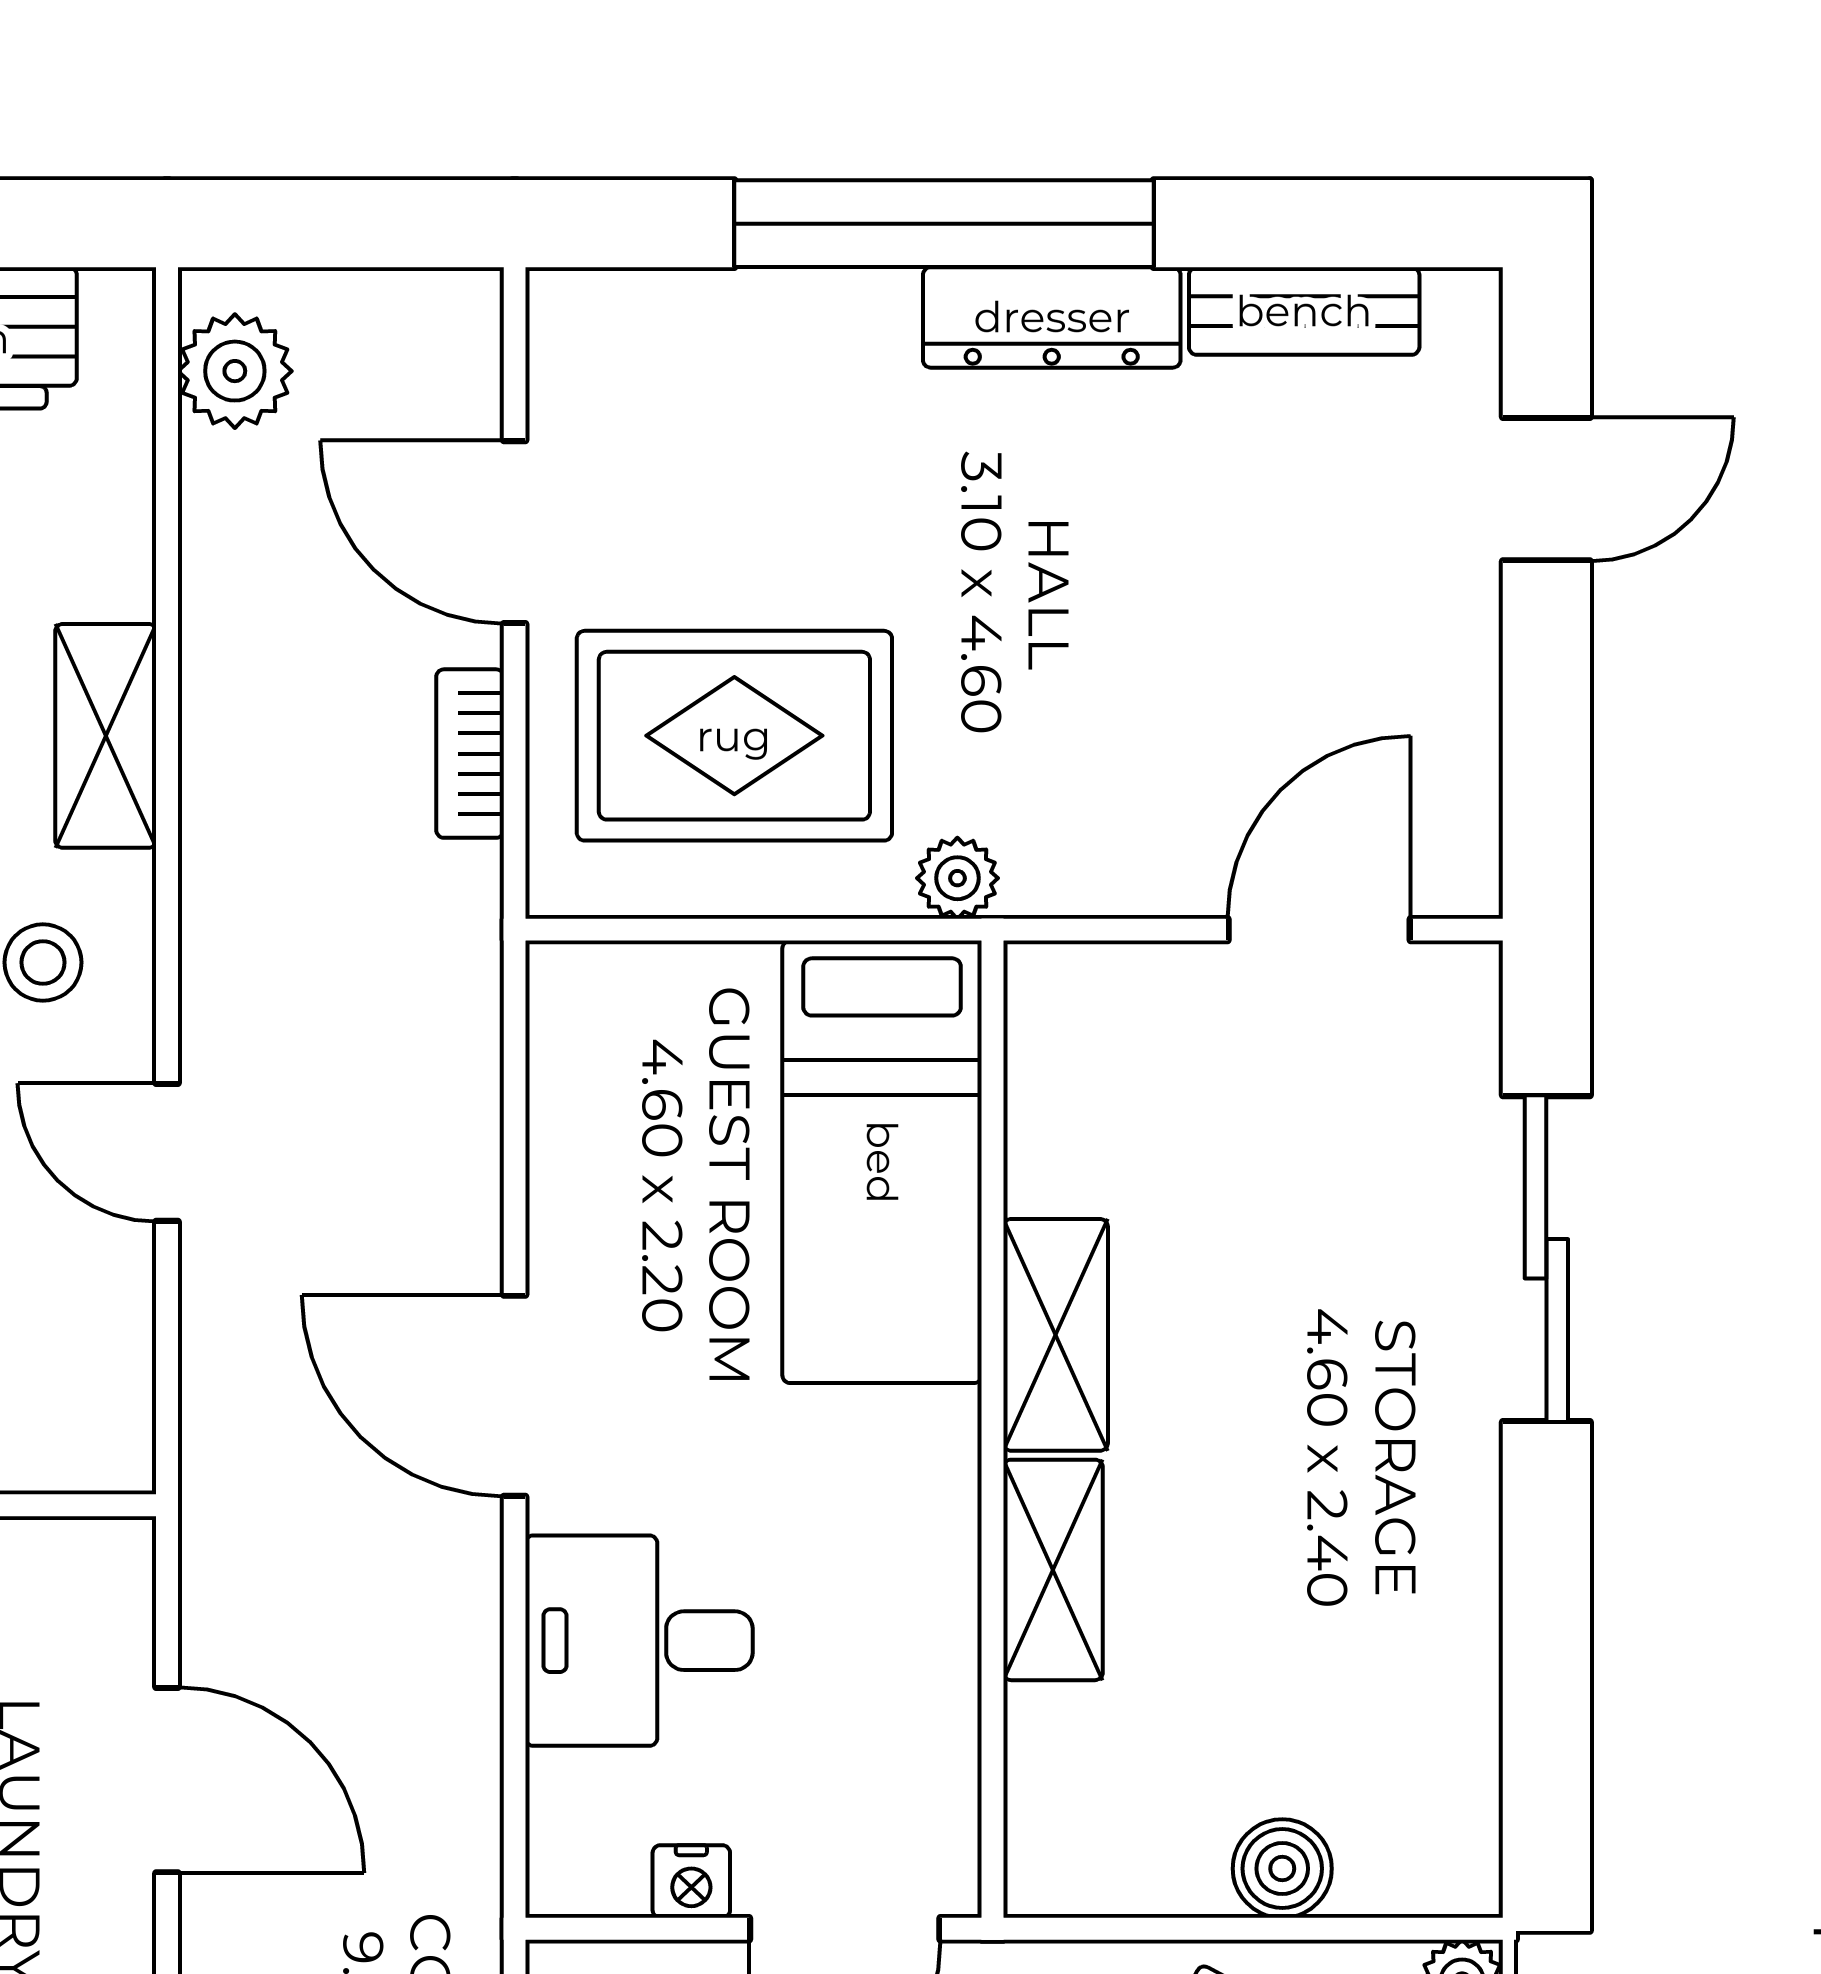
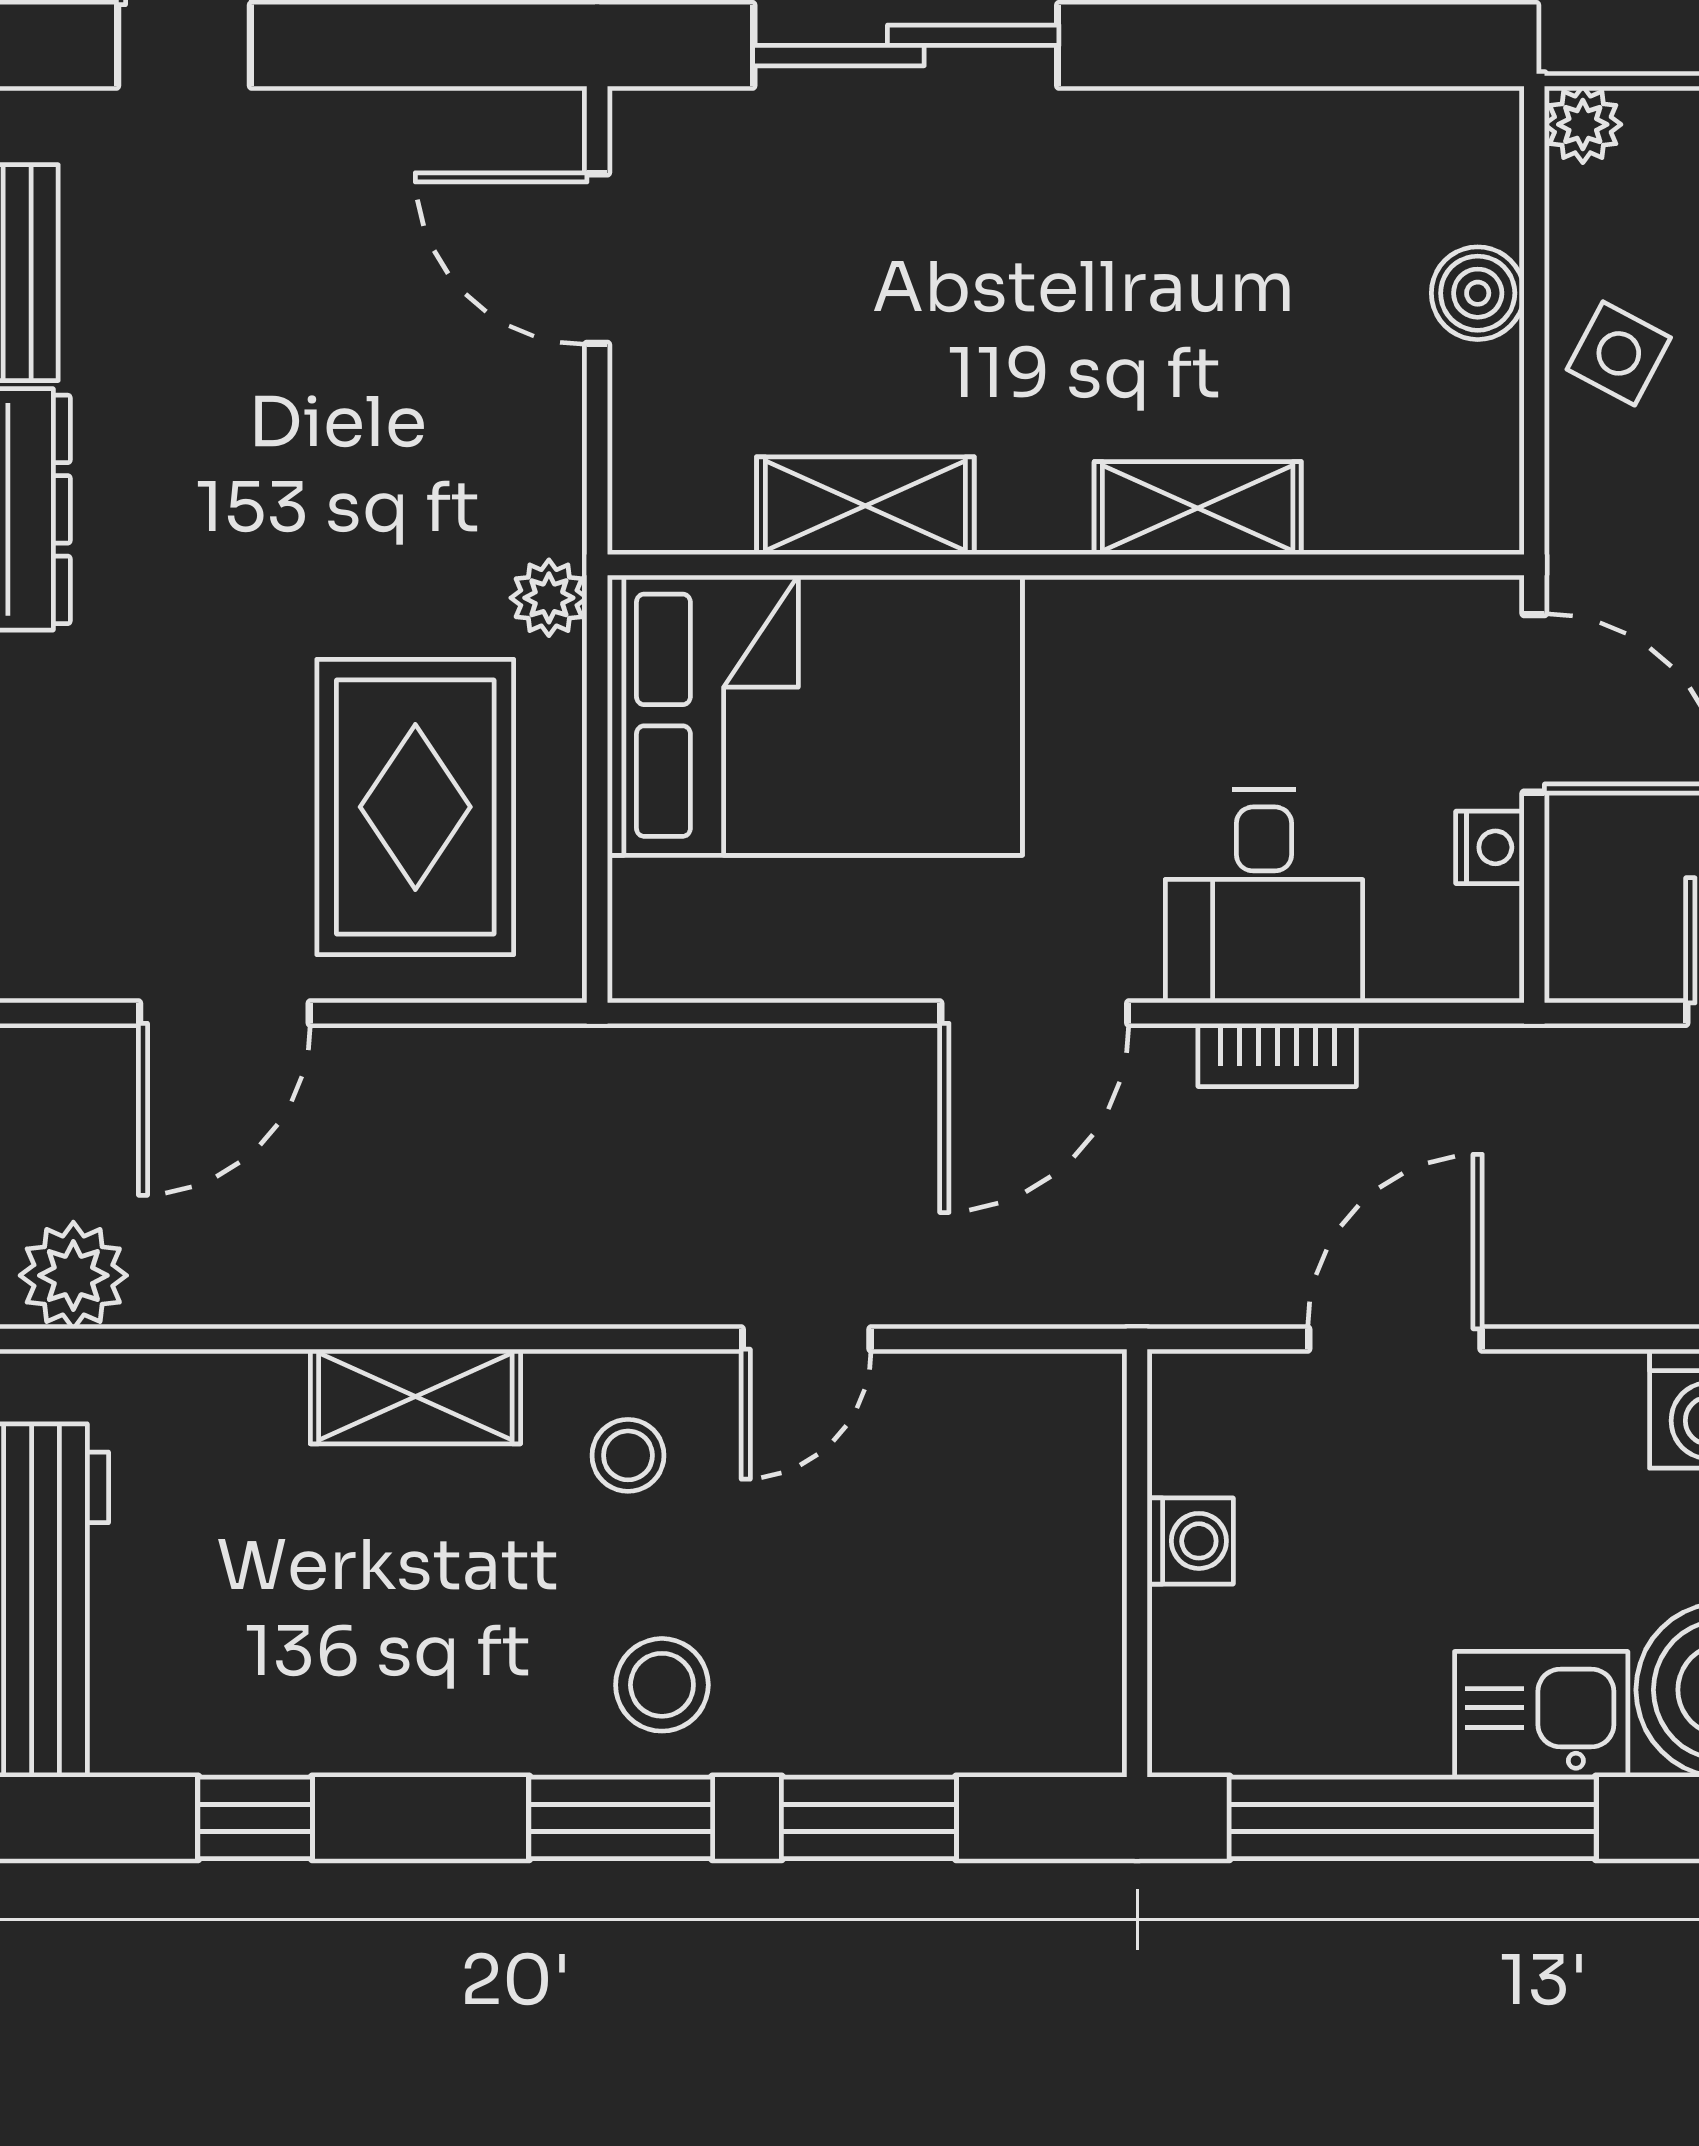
bookcase: (470, 754) -> (1277, 1055), moved
bed: (882, 1162) -> (815, 715), width x1.50
shelving: (1056, 1335) -> (865, 506), moved

